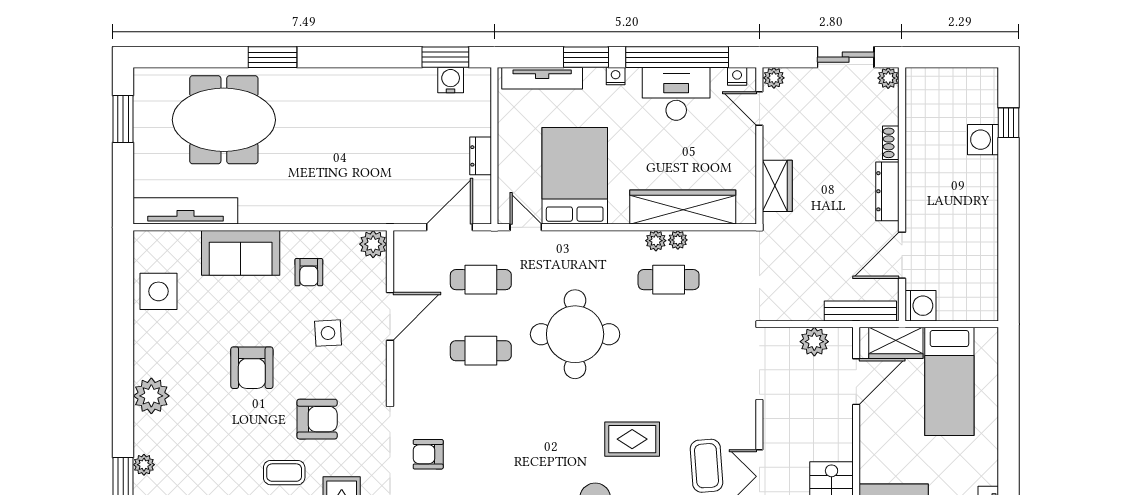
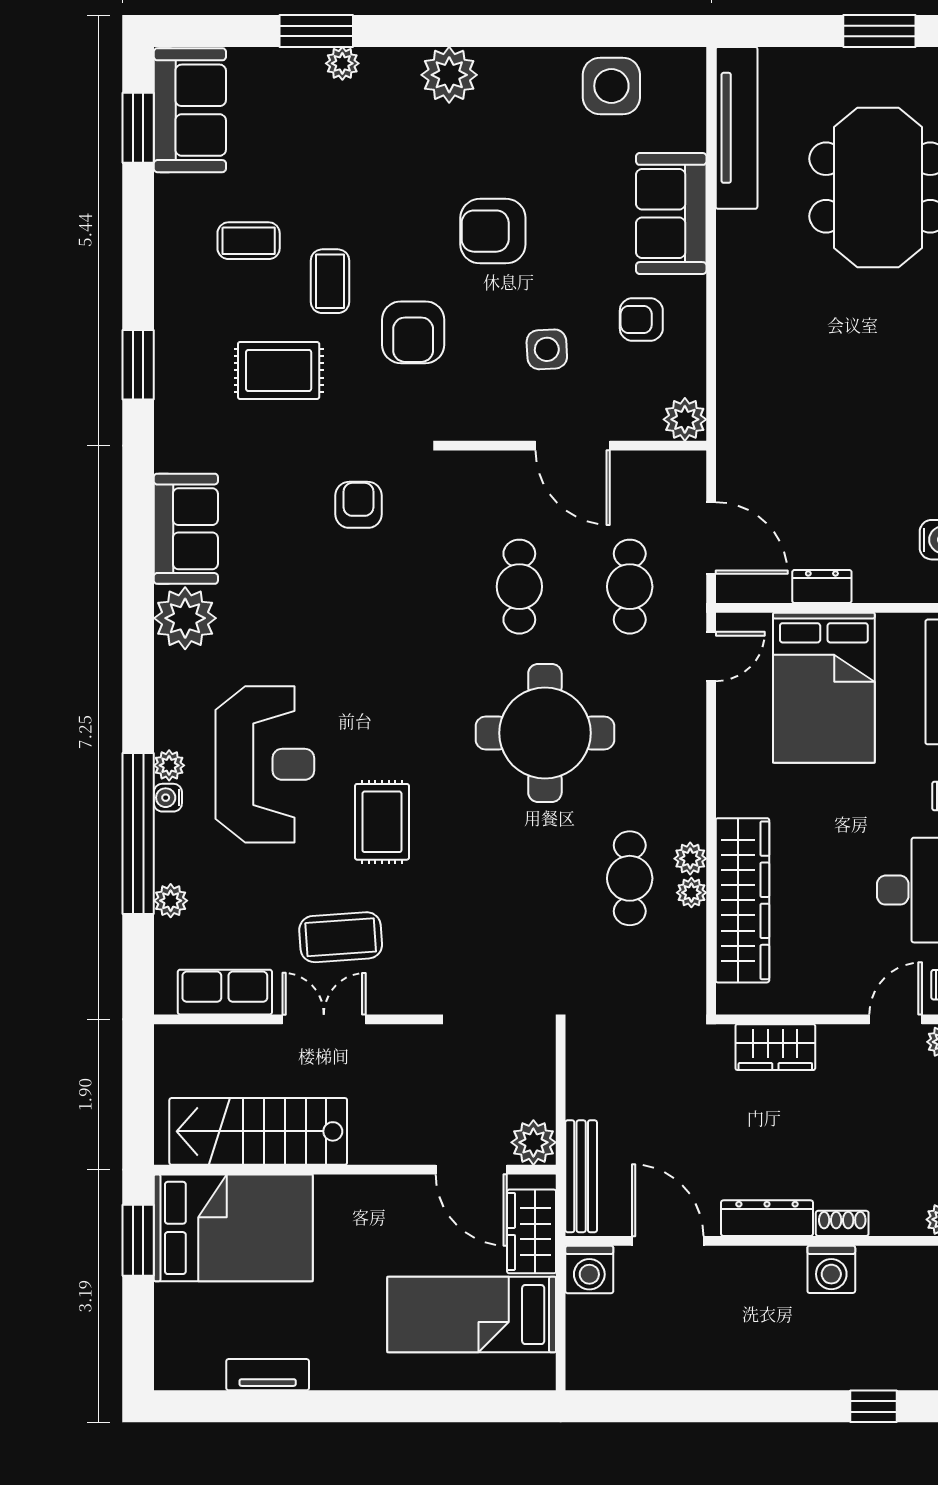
washing machine: (983, 140) -> (831, 1269), moved, turned 180
bed: (575, 176) -> (824, 688), moved, turned 90
plant: (814, 342) -> (533, 1142), moved

